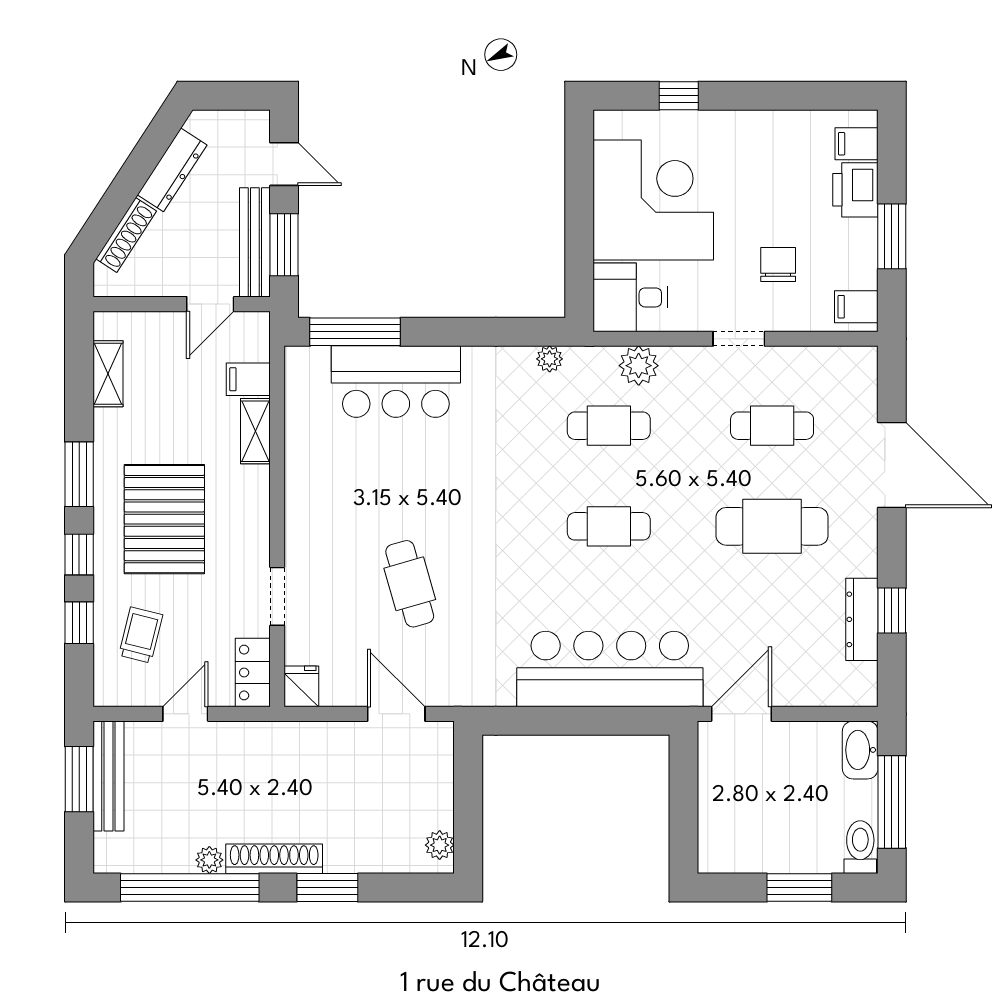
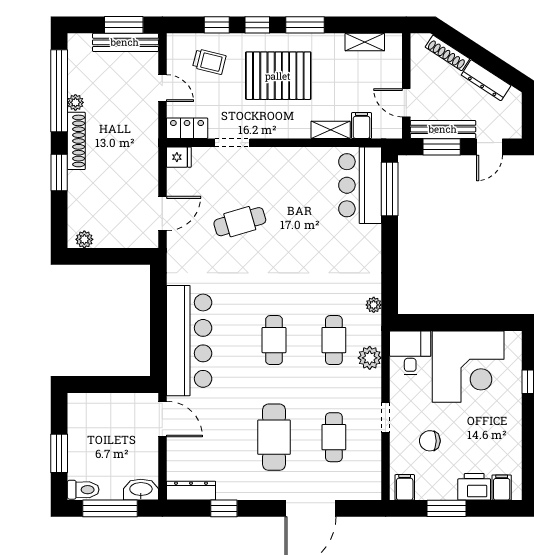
chair: (778, 264) -> (430, 441), turned 180
bar counter: (396, 382) -> (360, 185), moved
dresser: (862, 619) -> (191, 491), moved

